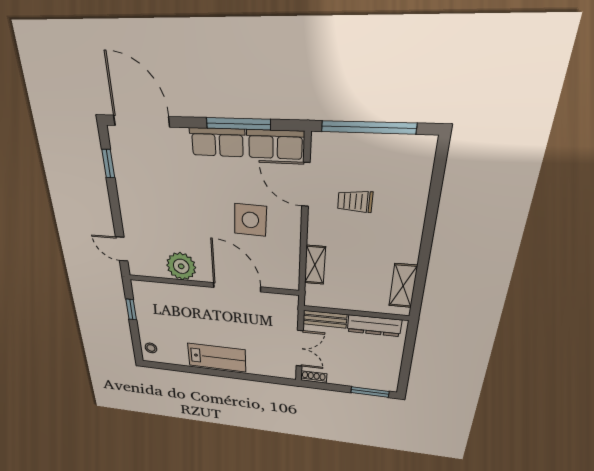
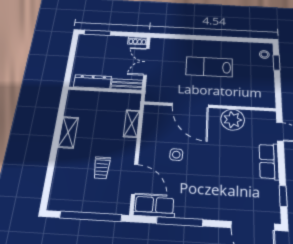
row of seats: (217, 142) -> (269, 161), moved, turned -90
trolley: (355, 201) -> (102, 168), turned 90
side table: (250, 220) -> (176, 155), width x0.54, depth x0.54
shelving: (403, 286) -> (68, 132), moved
window: (131, 309) -> (277, 62), moved
lab bench: (217, 358) -> (209, 67), moved

